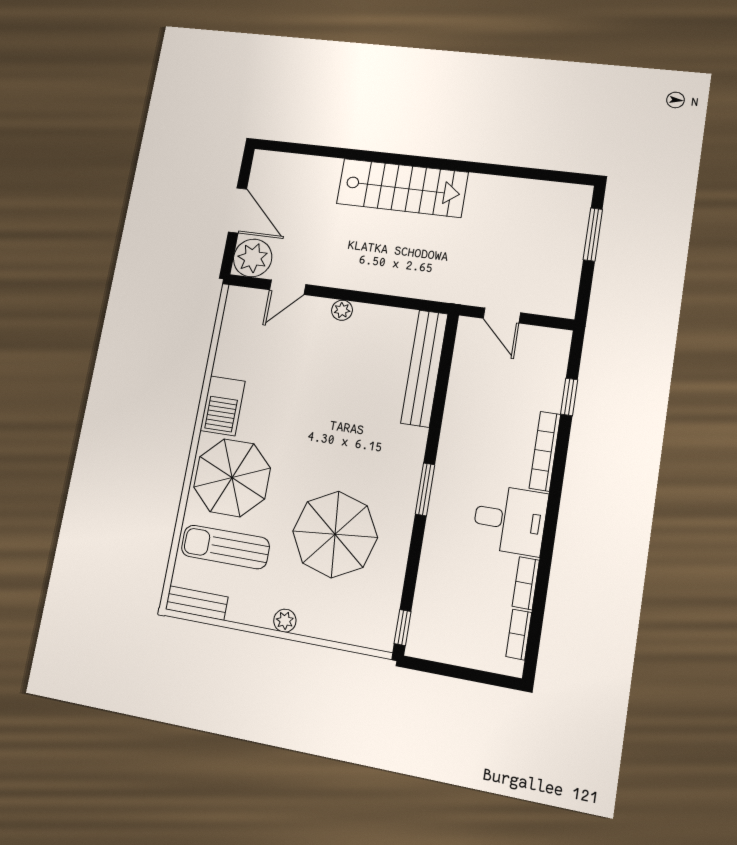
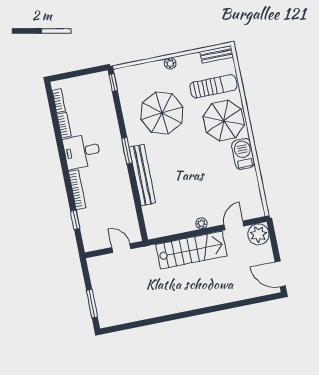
stairs: (402, 188) -> (191, 250), moved, turned 180
door: (238, 210) -> (280, 274), moved
bench: (424, 368) -> (142, 175), moved

